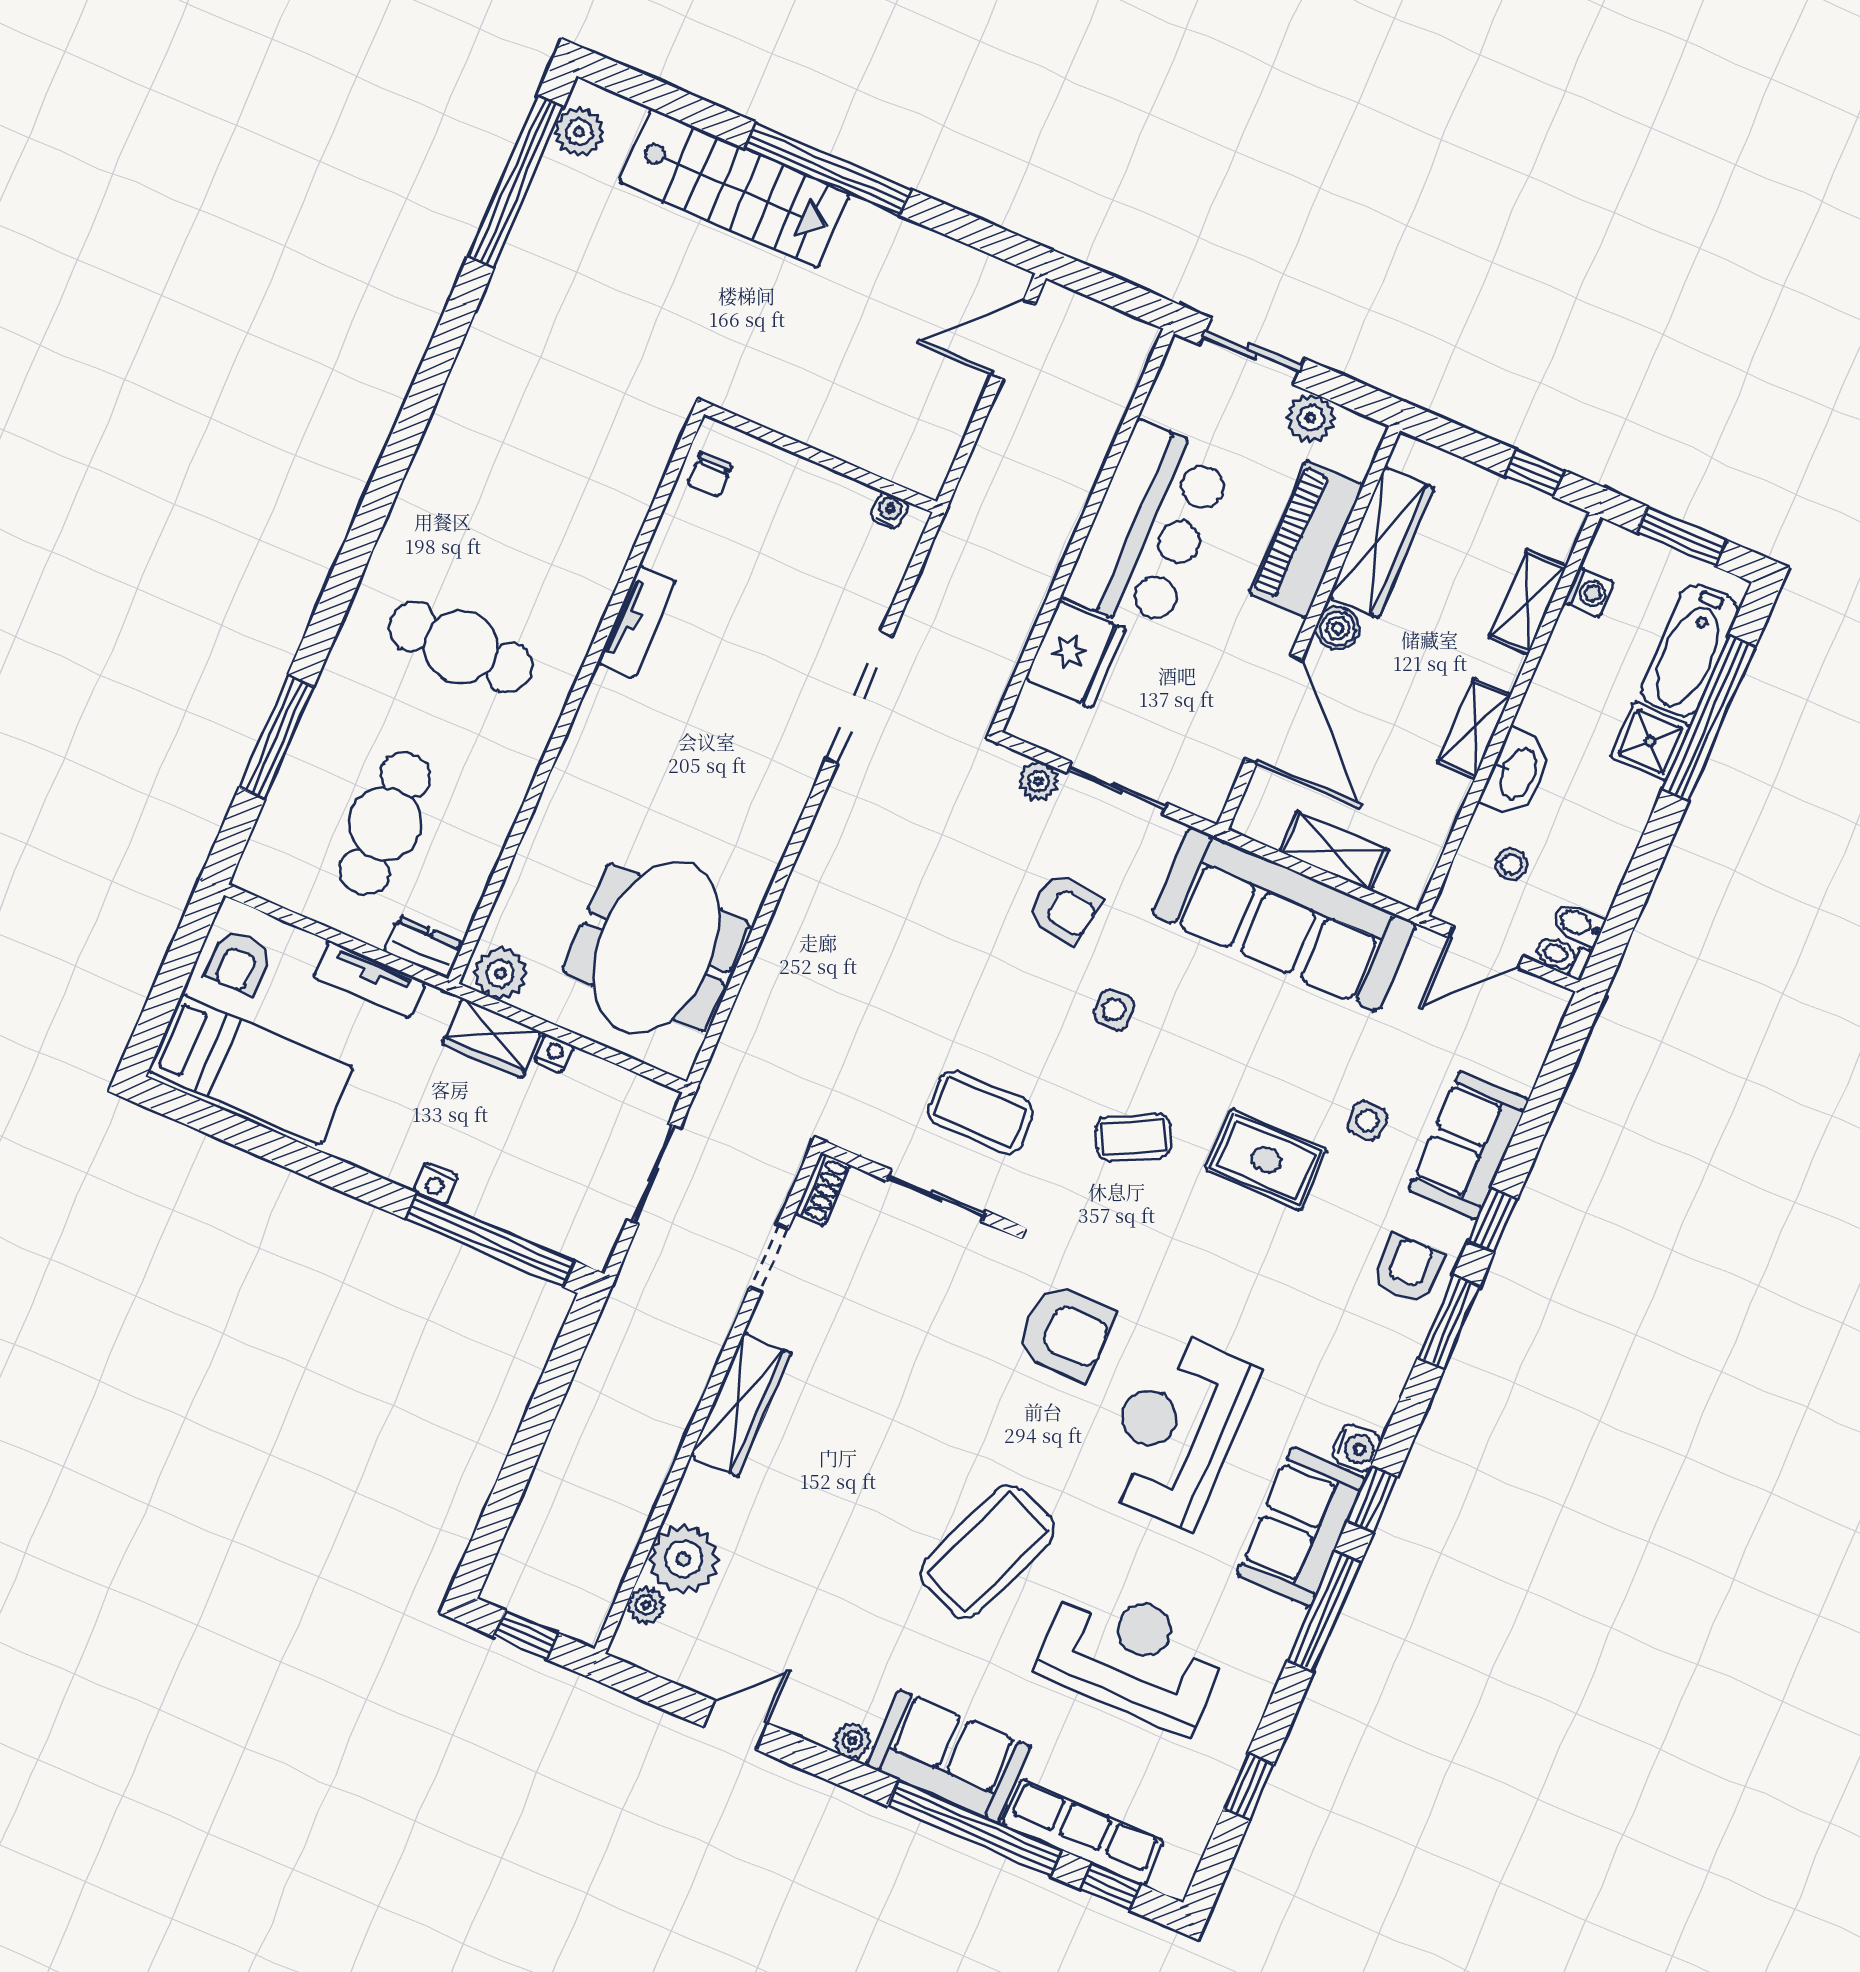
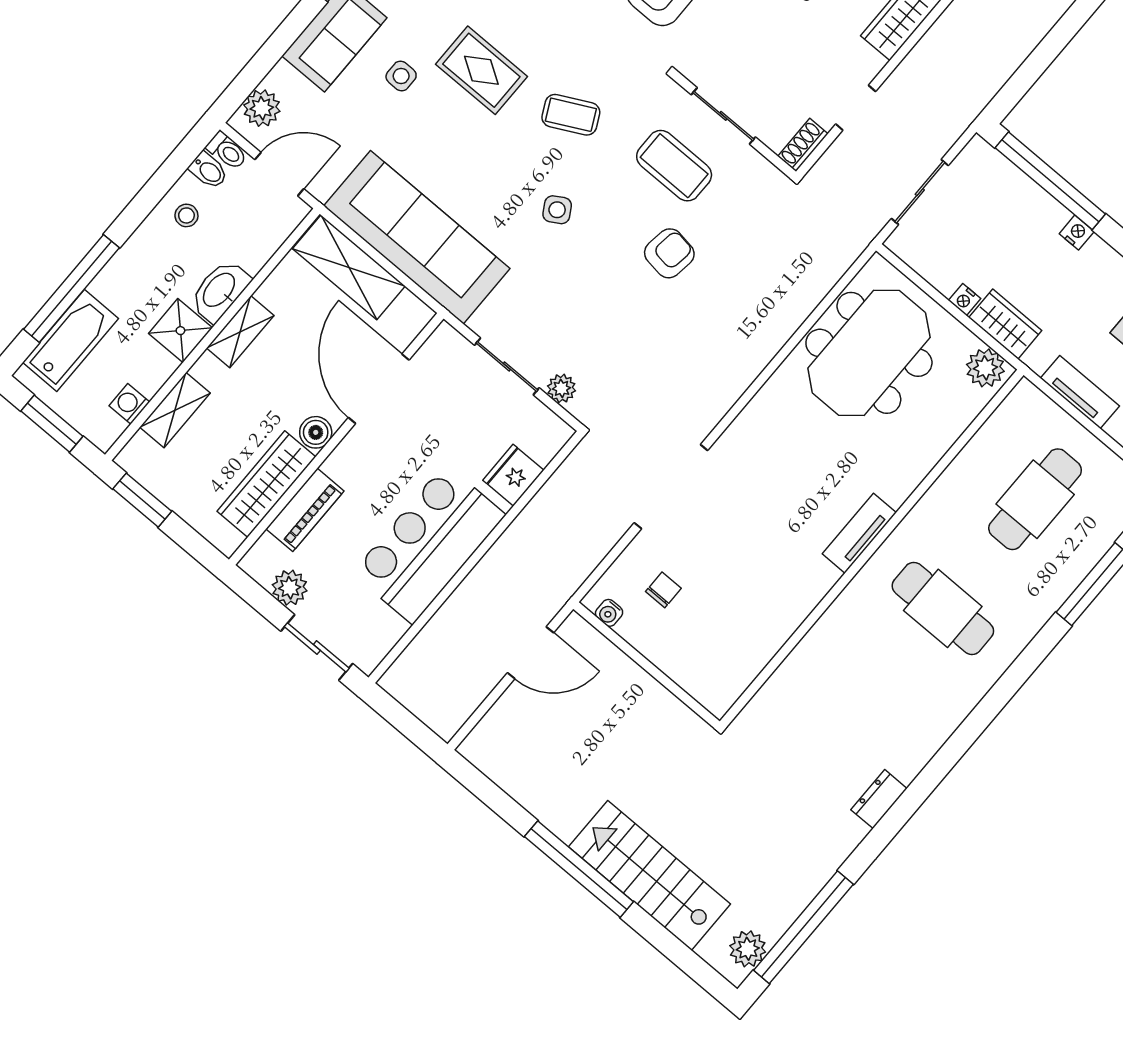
door: (1013, 339) -> (531, 653), moved
window: (1535, 473) -> (142, 500), width x1.50
chair: (709, 475) -> (663, 590), moved
piano: (1306, 539) -> (305, 510), width x0.73, depth x0.75
tv unit: (637, 622) -> (859, 533), moved
fridge: (1075, 654) -> (513, 475), width x0.73, depth x0.75
shower: (1650, 741) -> (180, 331), moved
shelving: (1334, 851) -> (349, 267), width x1.50, depth x1.33
stool: (1511, 864) -> (186, 215), moved
armchair: (1065, 909) -> (669, 253), moved, turned 89
dresser: (424, 947) -> (879, 799), moved, turned 90
side table: (1114, 1010) -> (557, 210), turned -31
plant: (1534, 1025) -> (262, 108), added

